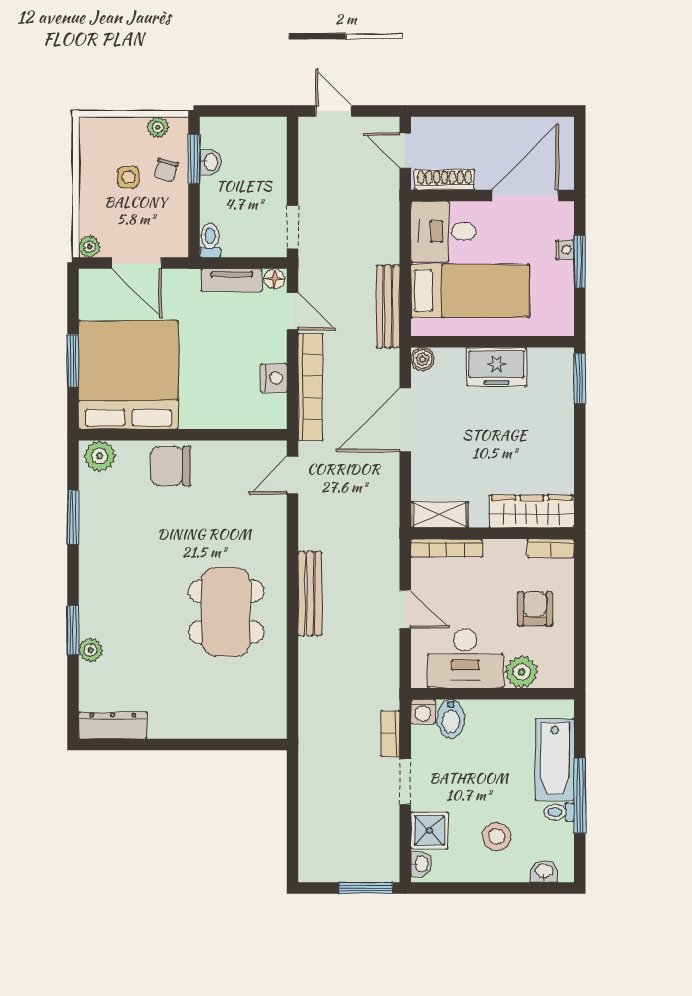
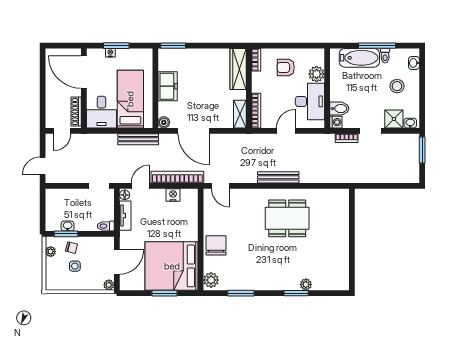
chair: (171, 466) -> (216, 245), turned 180
dresser: (113, 725) -> (343, 274), removed

